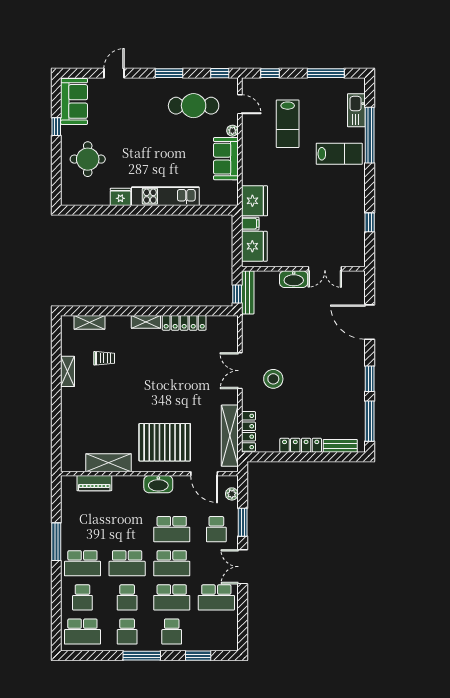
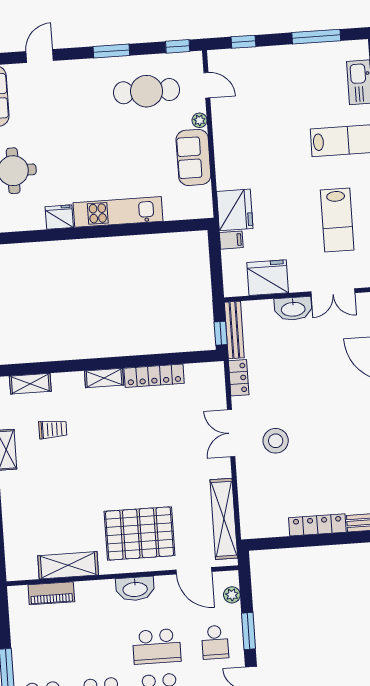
lab bench: (288, 124) -> (337, 220), moved
fridge: (254, 246) -> (268, 278), moved, turned -90
locker: (249, 431) -> (239, 378), moved, width x0.66

